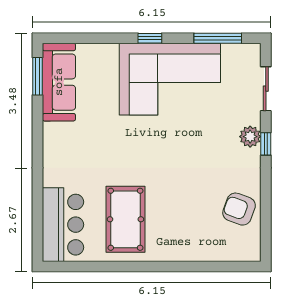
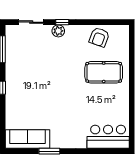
window: (37, 76) -> (49, 151), moved
corner sofa: (170, 79) -> (26, 76), removed
pool table: (125, 219) -> (104, 72), moved

